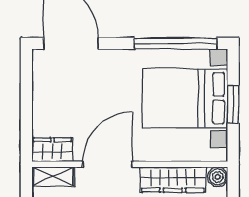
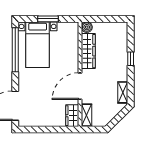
bed with nightstands: (185, 98) -> (38, 45), width x0.73
door: (107, 164) -> (80, 86), hinge flipped

